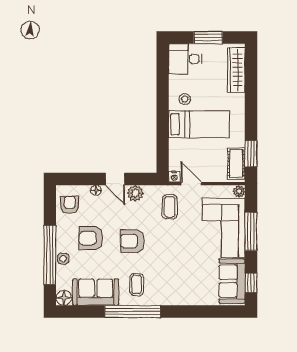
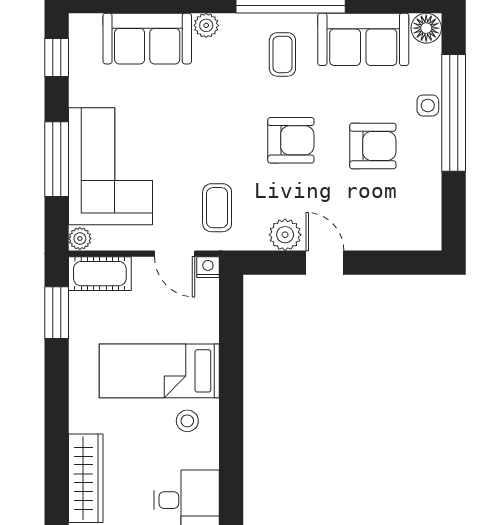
cot: (236, 163) -> (100, 274), moved, turned 90
floor lamp: (96, 190) -> (363, 240), removed
armchair: (70, 205) -> (415, 212), removed
sofa: (232, 281) -> (147, 39), moved, turned 90
plant: (175, 299) -> (206, 25), added

